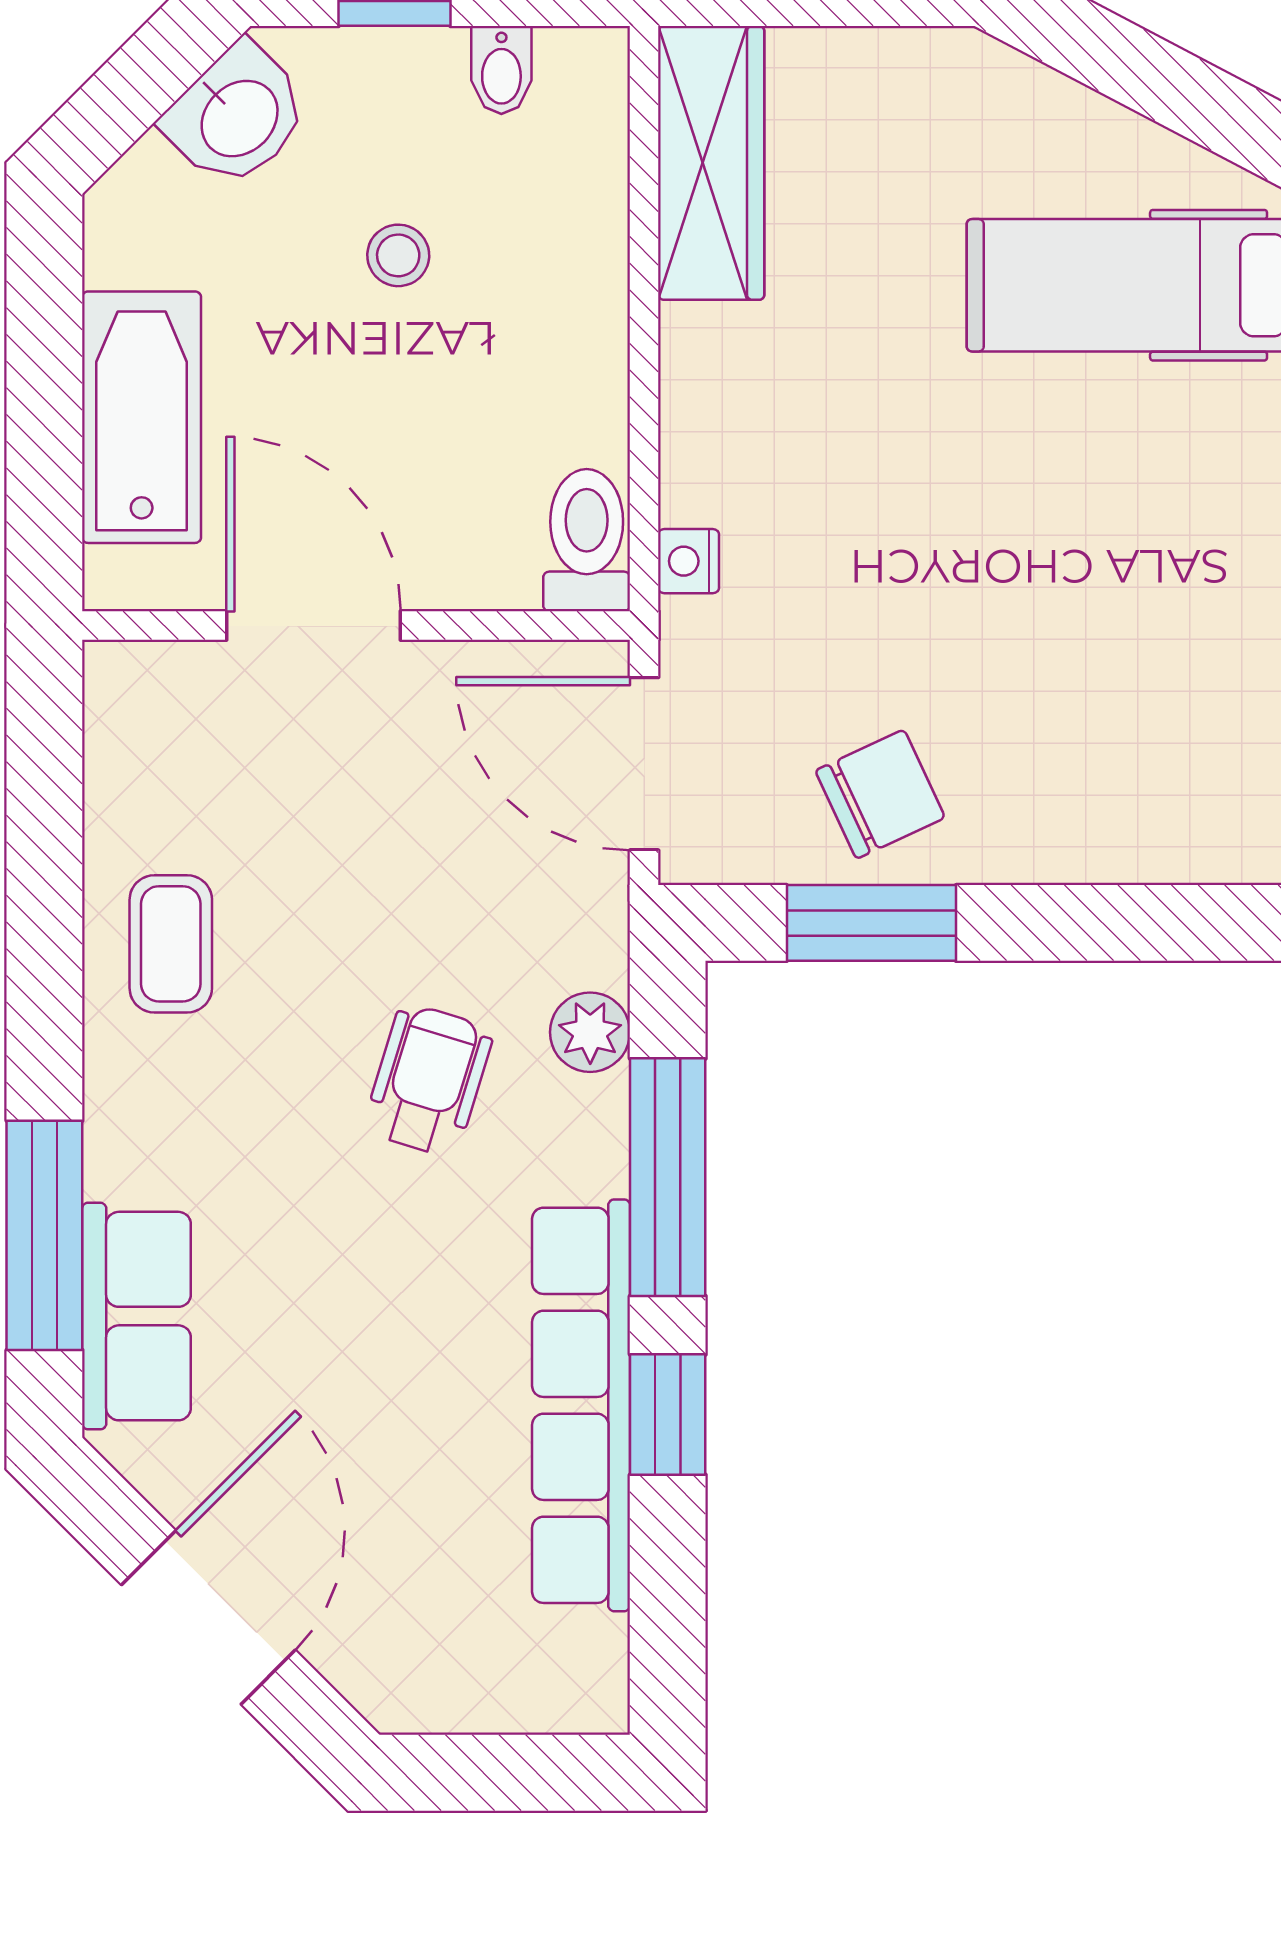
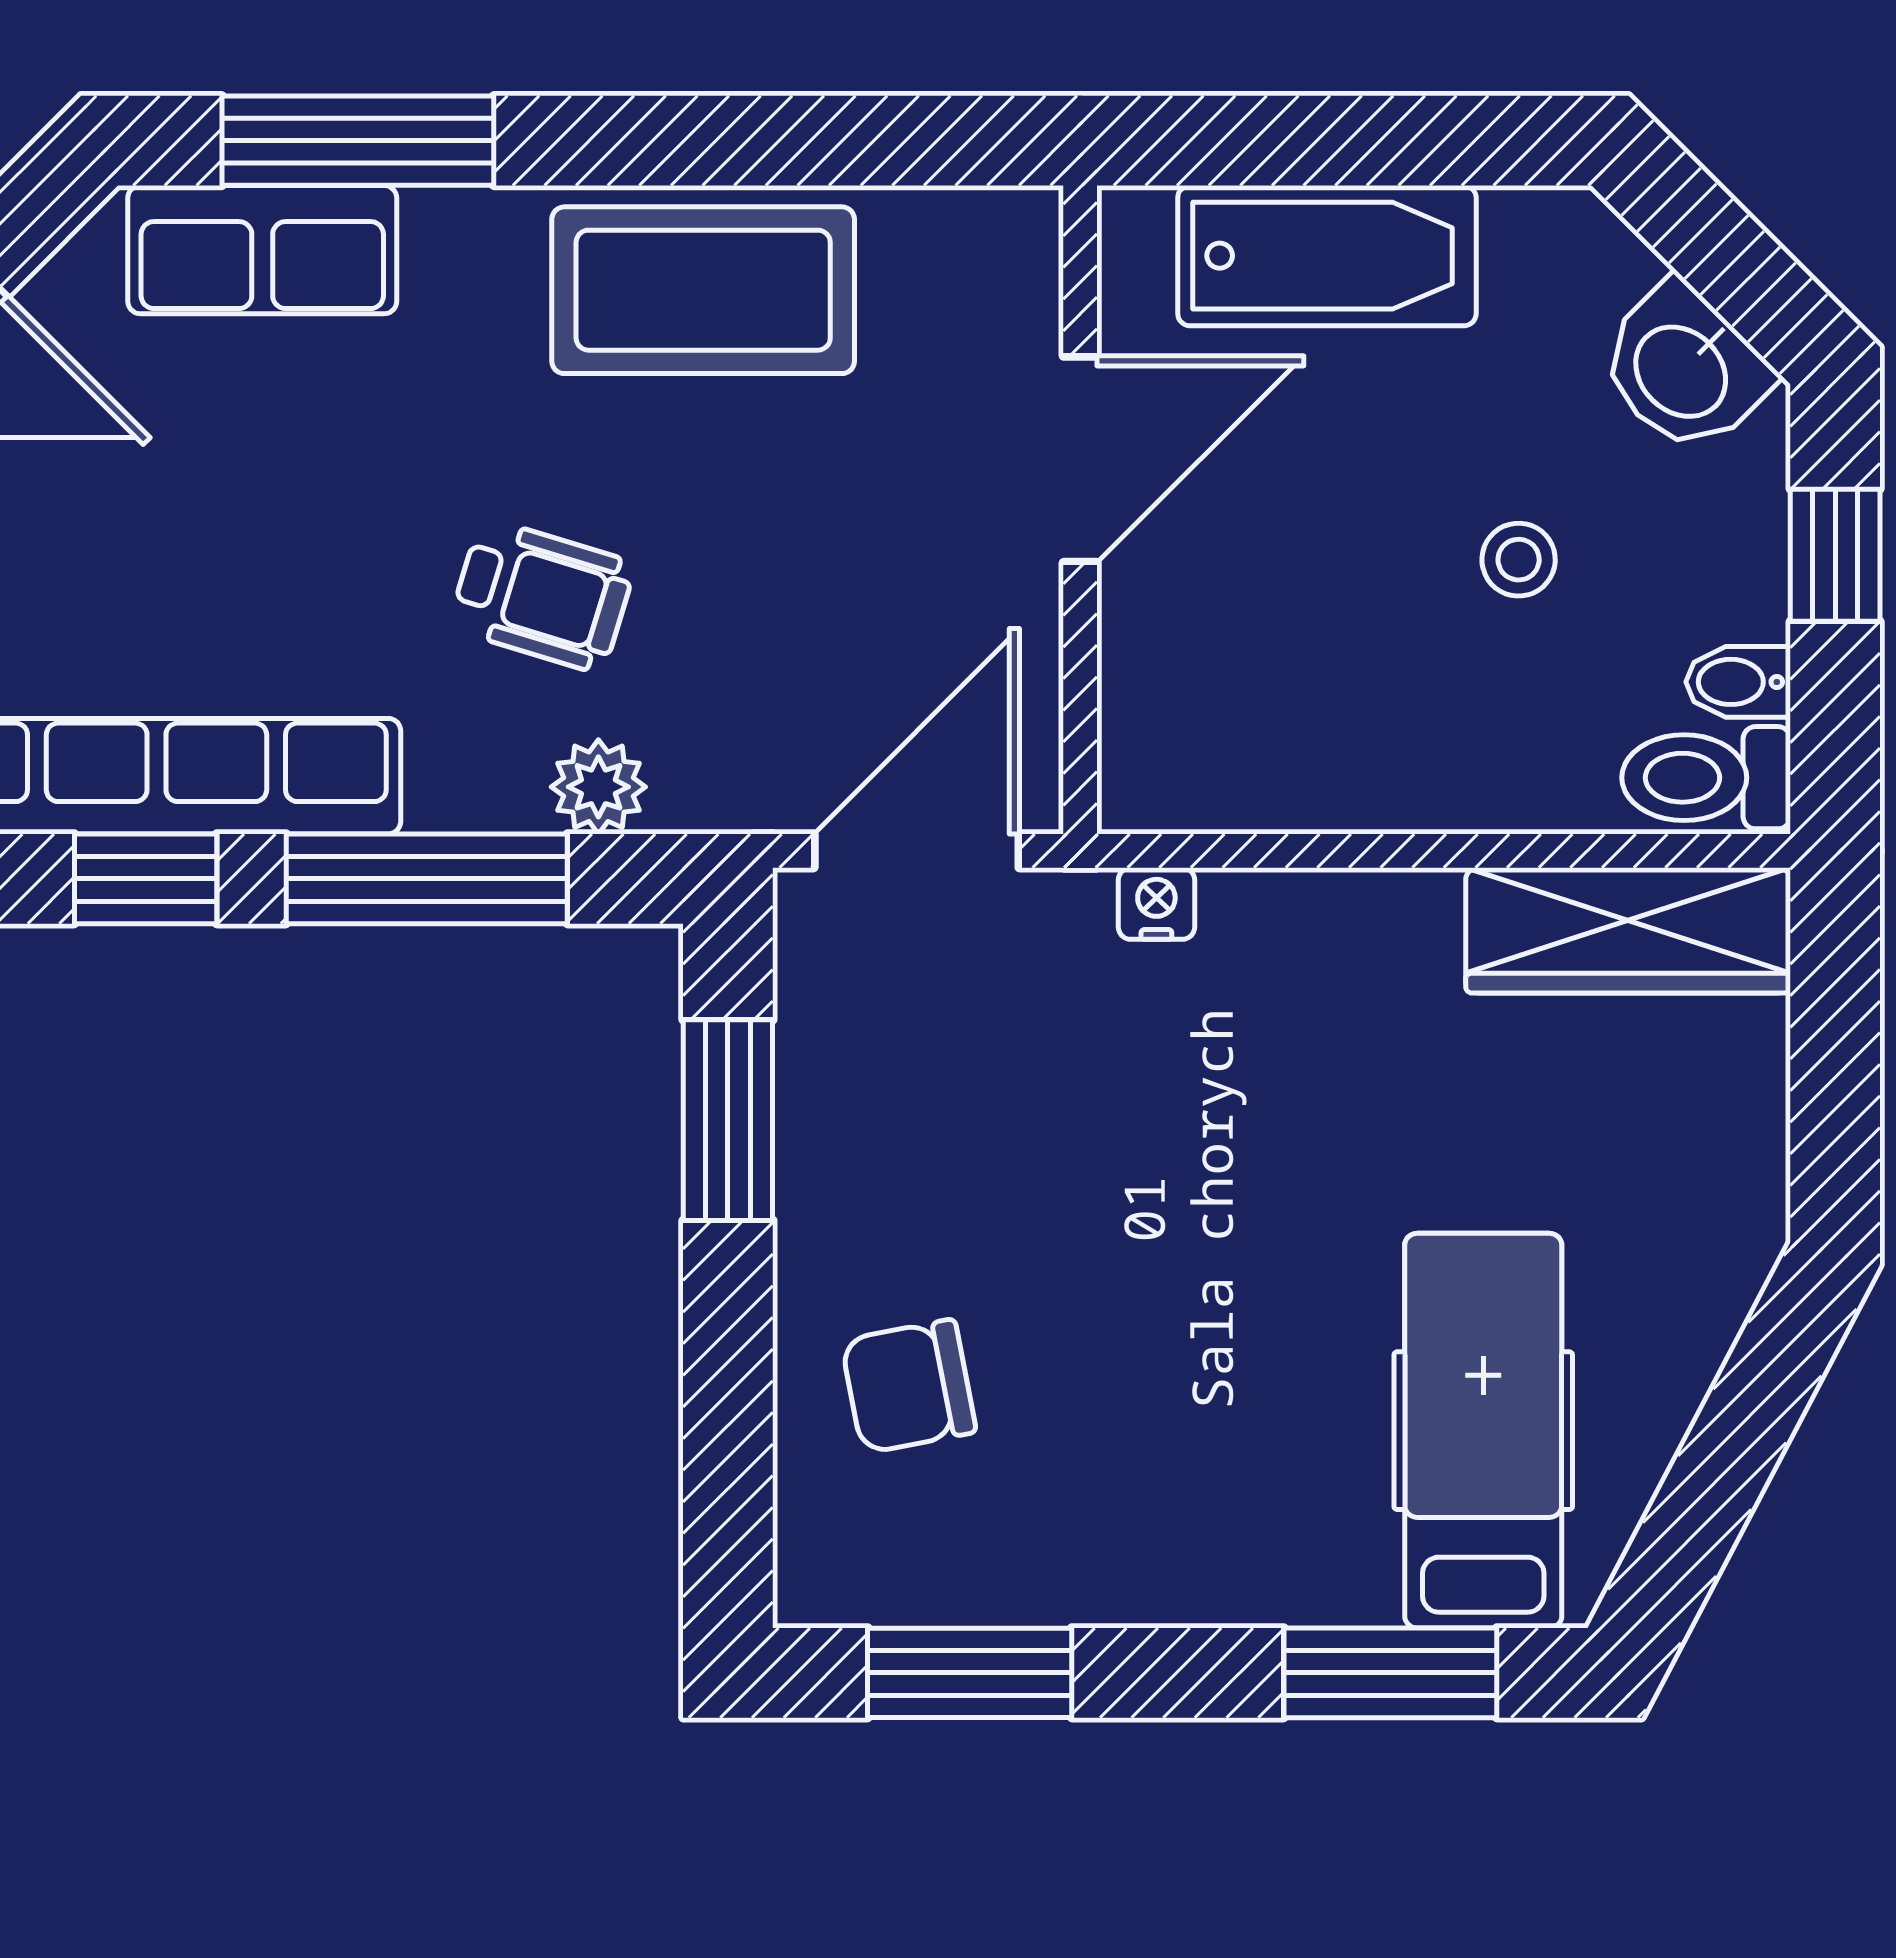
toilet: (587, 540) -> (1706, 778), moved, turned 180
chair: (880, 794) -> (909, 1386), moved, turned 104
coffee table: (171, 944) -> (703, 290), width x1.86, depth x1.72

